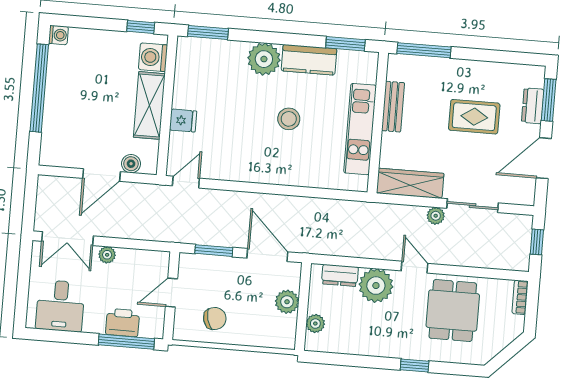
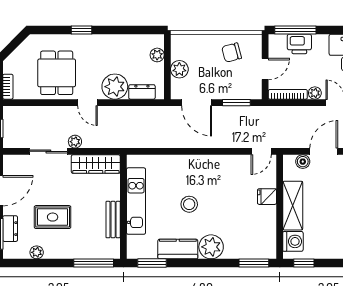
plant: (500, 71) -> (37, 252), added
bookcase: (144, 256) -> (288, 94), added

